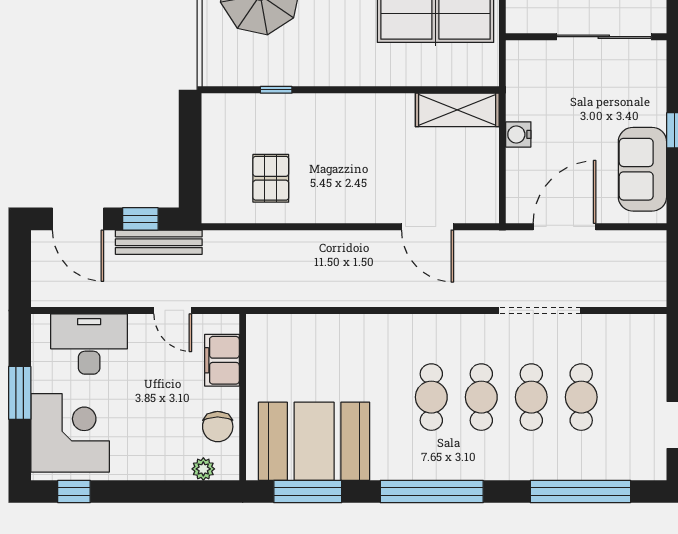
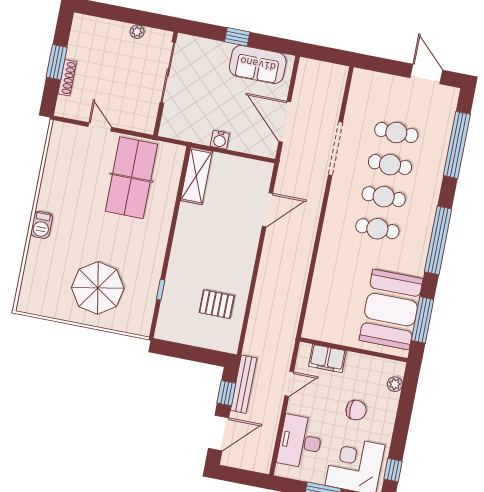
chair: (218, 427) -> (356, 410), moved

